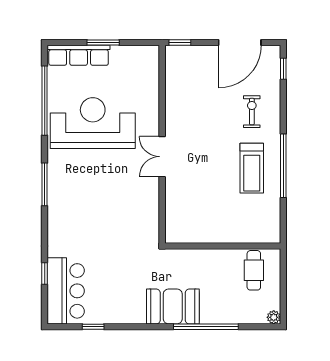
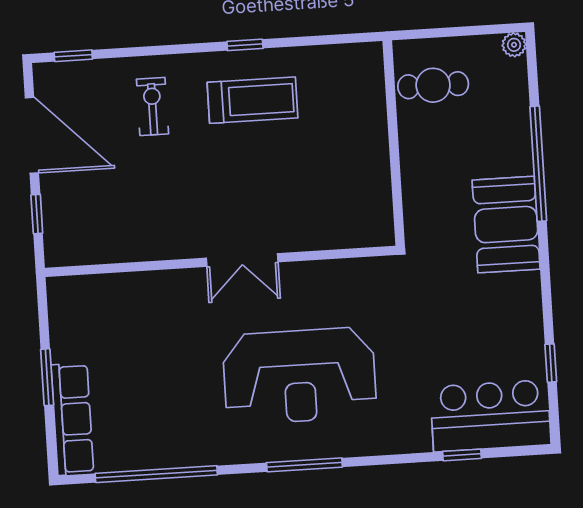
window: (180, 43) -> (37, 214), moved
exercise bike: (252, 112) -> (152, 106), turned 90
reception desk: (93, 123) -> (299, 376), moved, turned -90
window: (283, 166) -> (245, 45), width x0.32

